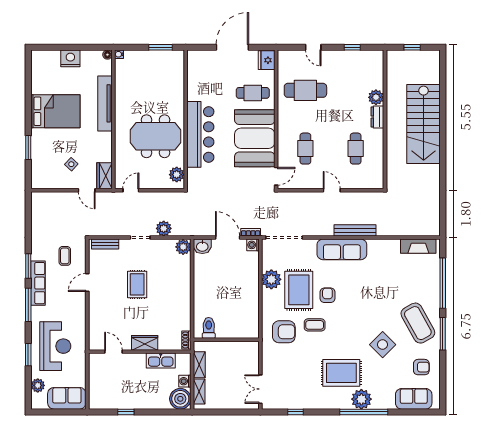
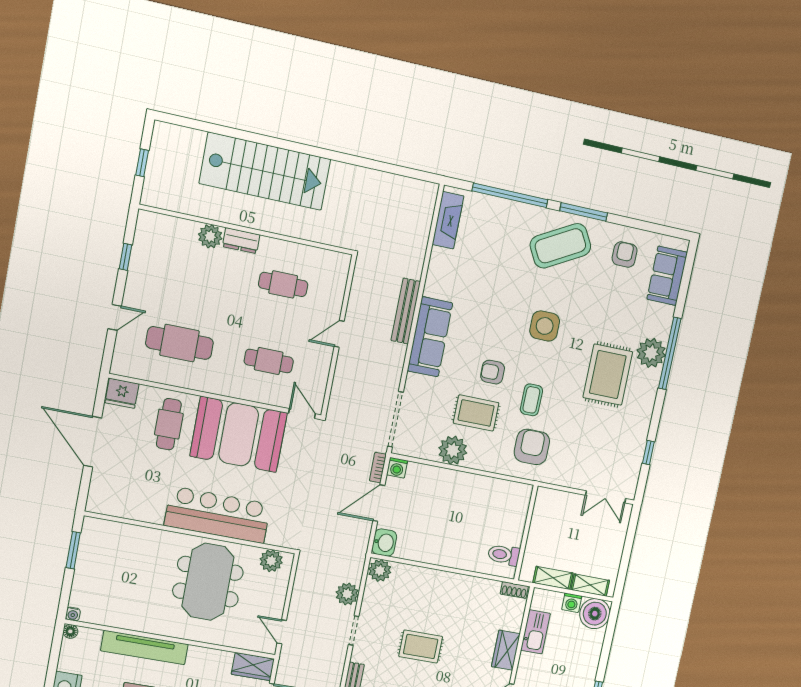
cafe table: (305, 90) -> (179, 343), turned 90
rug: (299, 290) -> (476, 413), width x0.73, depth x0.70
side table: (383, 345) -> (545, 326), moved, turned 45

